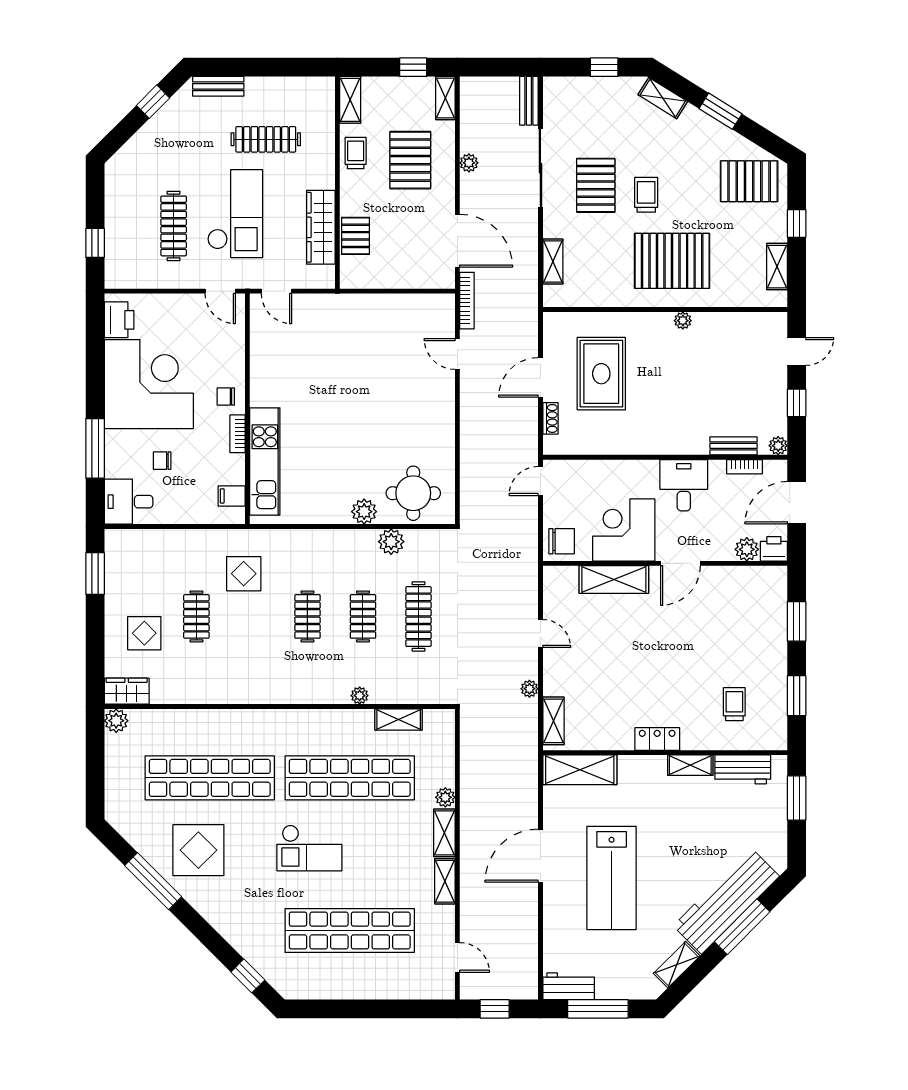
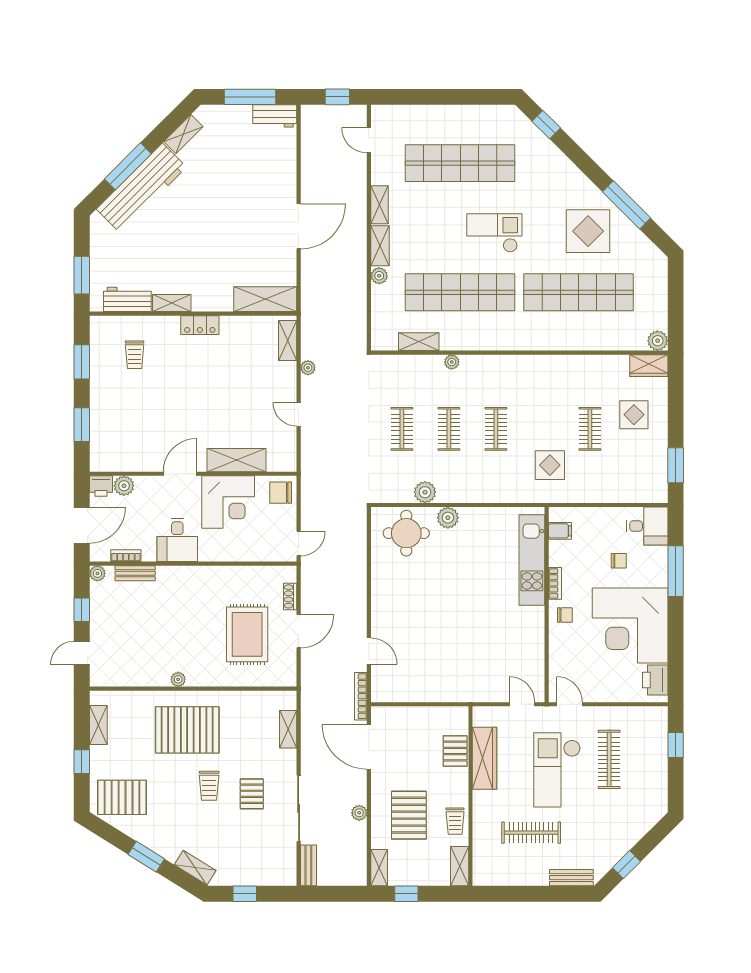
pallet: (596, 185) -> (252, 794), width x0.67, depth x0.71
clothes rail: (418, 616) -> (402, 429), width x0.73
lab bench: (612, 878) -> (238, 208), removed

